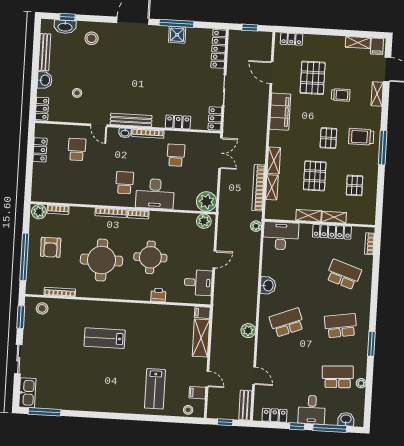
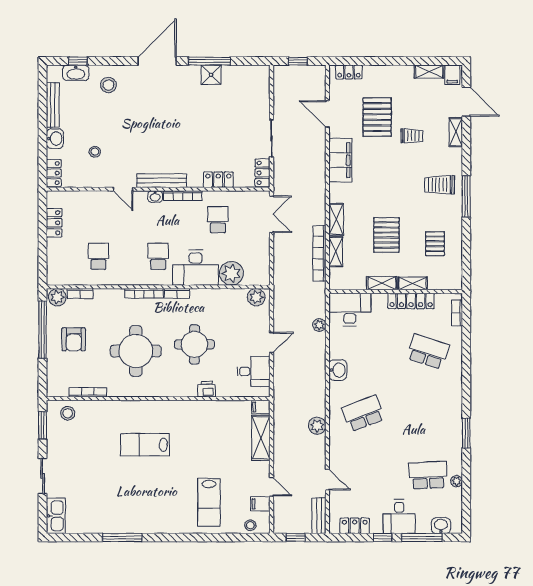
locker: (219, 49) -> (262, 89), removed
pallet: (328, 138) -> (400, 189), removed
school desk: (77, 149) -> (98, 256), moved
plant: (206, 202) -> (231, 273), moved
plant: (256, 226) -> (319, 325), moved
window: (24, 257) -> (43, 330), moved
school desk: (341, 326) -> (428, 413), removed
window: (45, 412) -> (122, 537), moved

